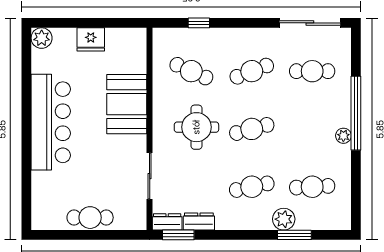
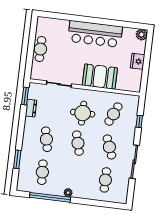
sliding door: (310, 23) -> (134, 162), moved
window: (356, 113) -> (50, 197), moved
plant: (284, 219) -> (27, 154), removed
dresser: (167, 222) -> (33, 91), removed

